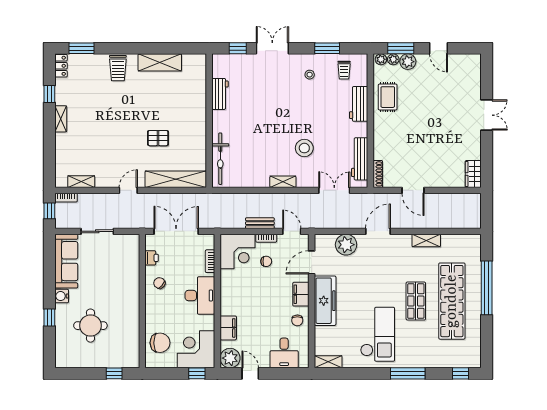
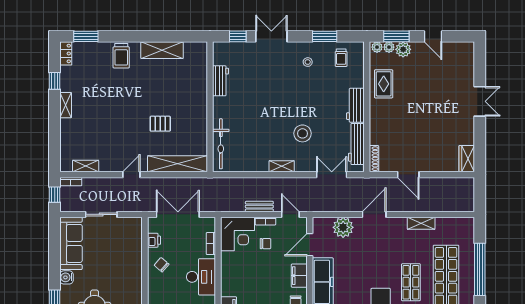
workbench: (359, 104) -> (355, 105), moved

